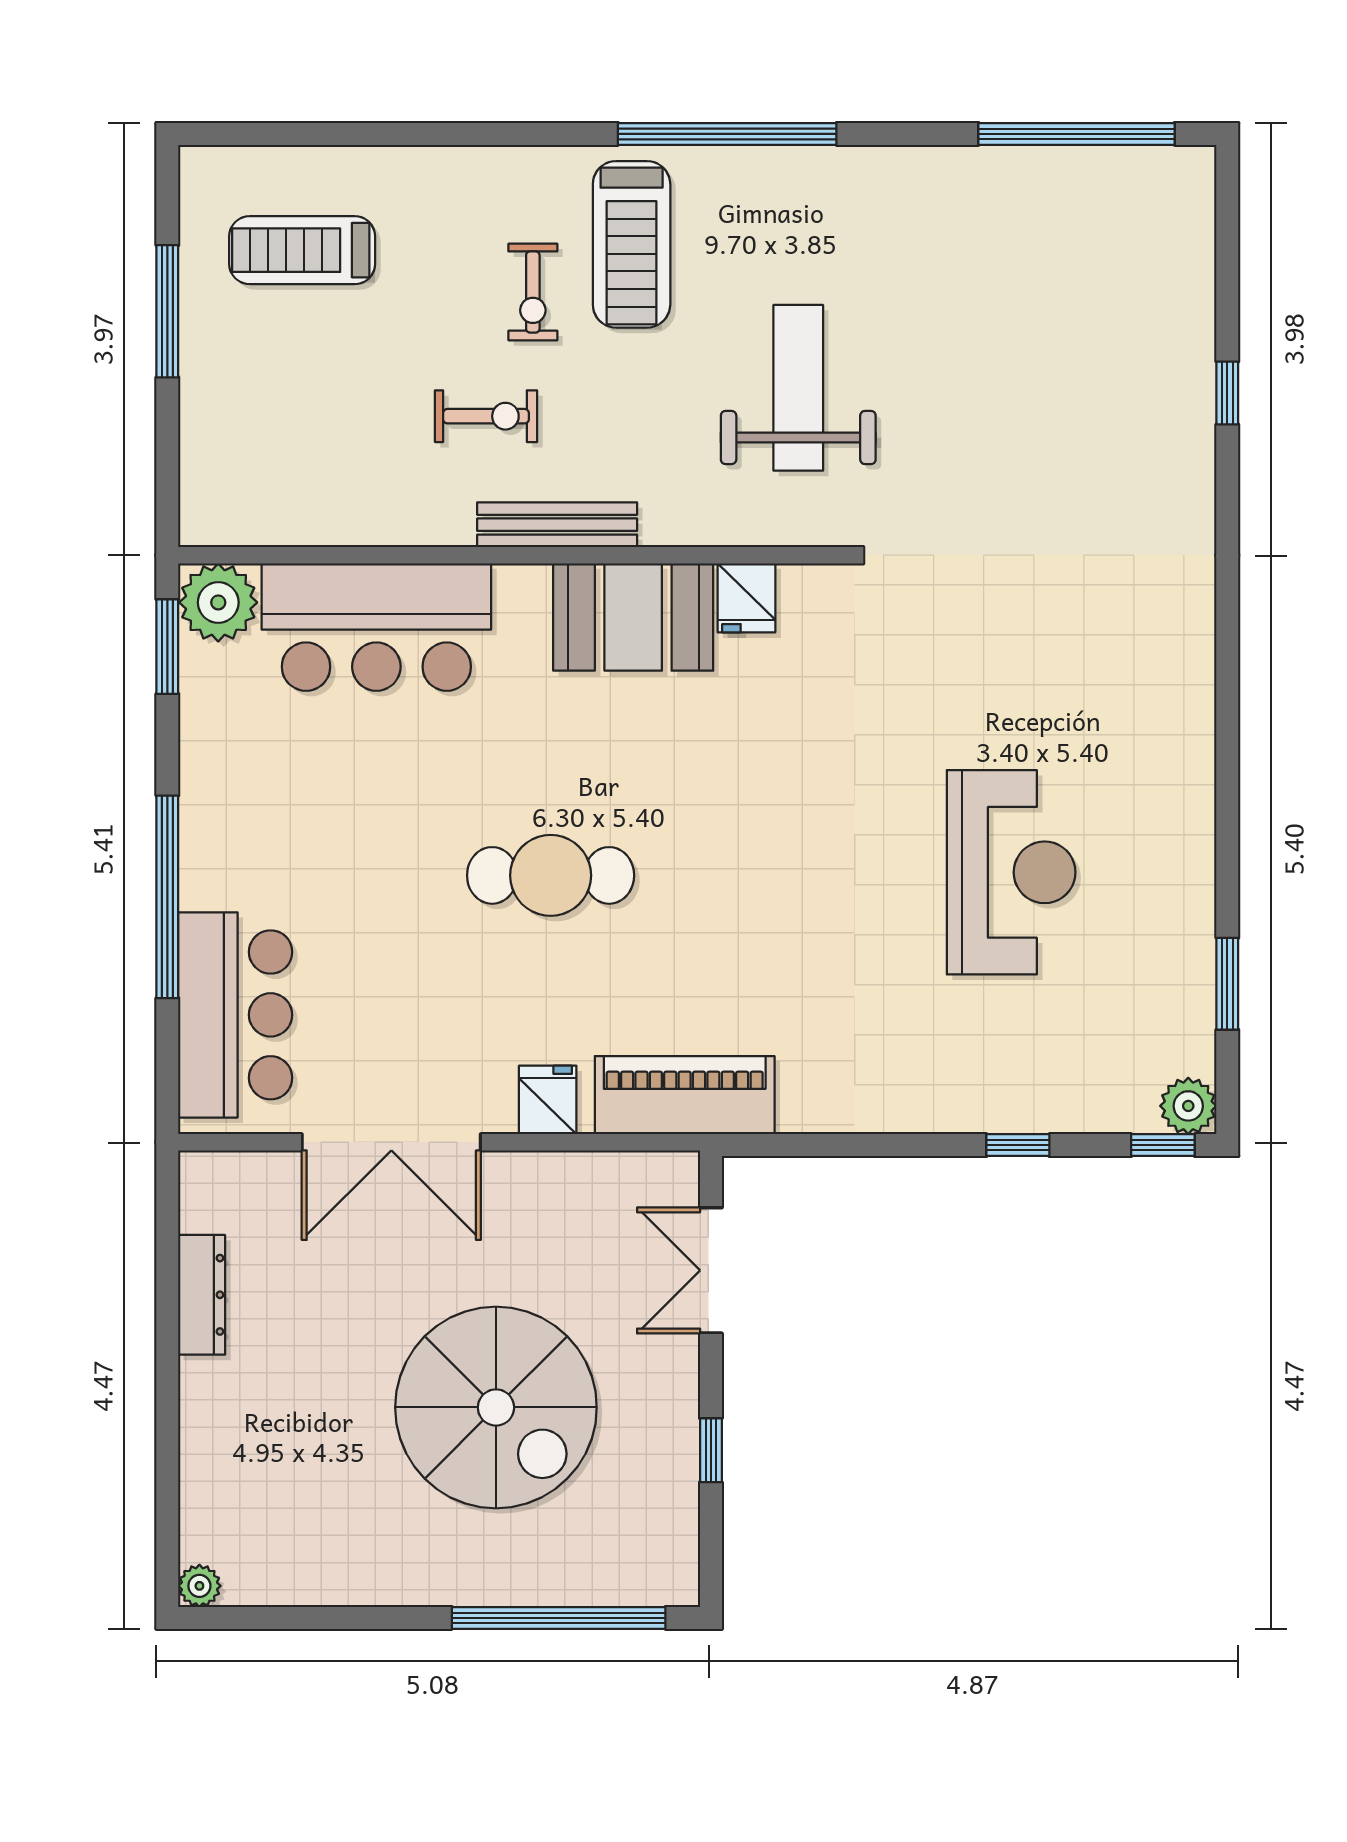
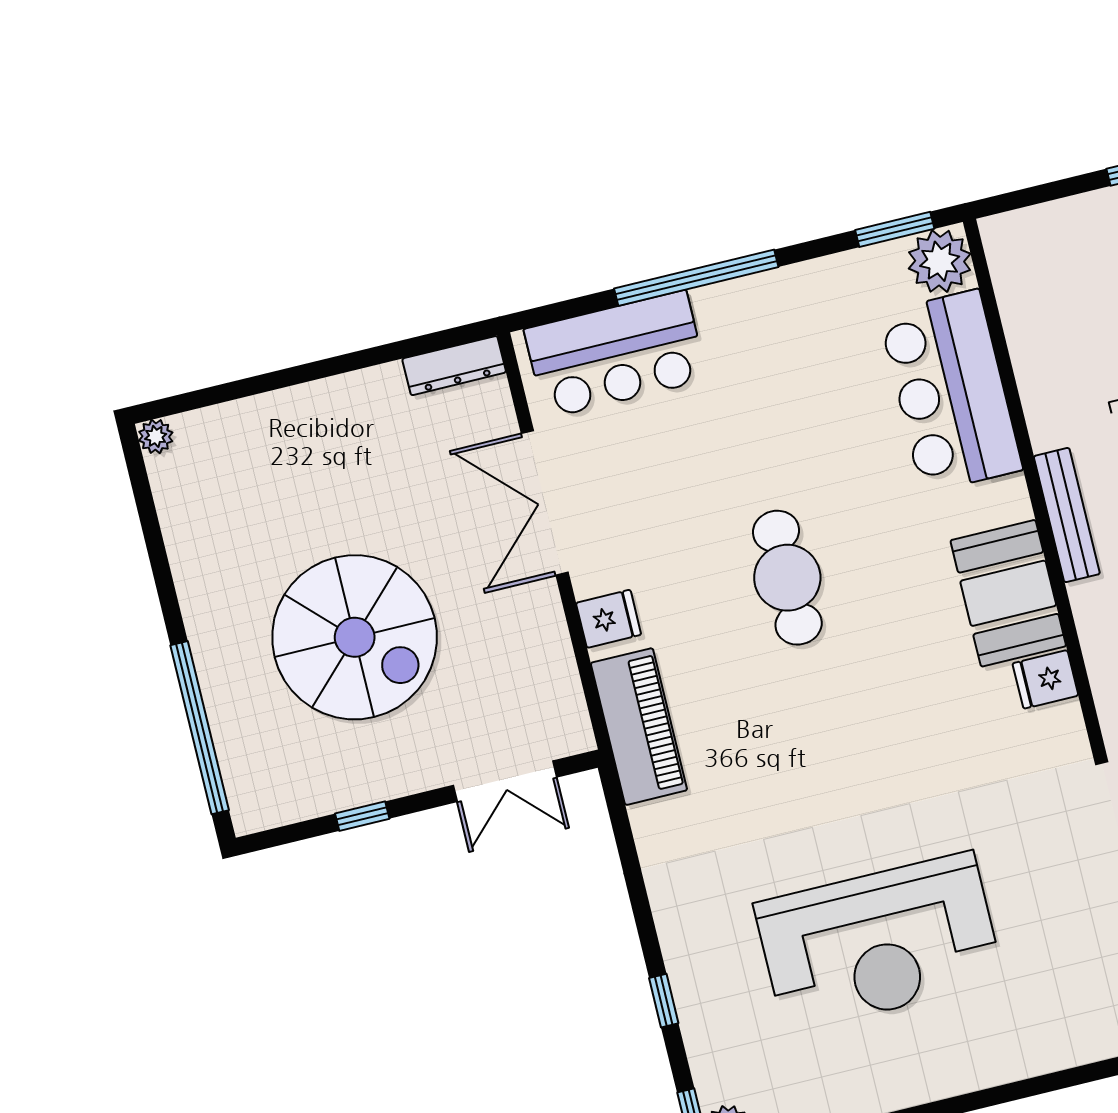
reception desk: (1011, 872) -> (879, 942), width x1.36, depth x1.30
double door: (711, 1270) -> (505, 781), swing flipped
dresser: (202, 1295) -> (454, 366), moved
spiral stairs: (496, 1407) -> (355, 637), turned -90

